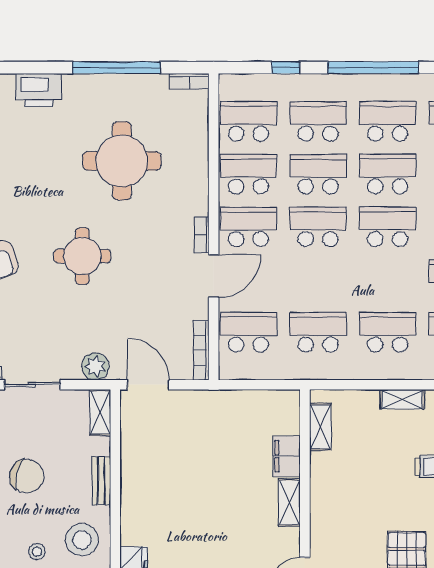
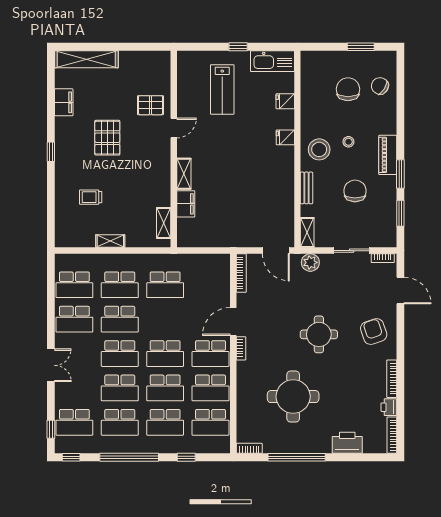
school desk: (248, 332) -> (120, 319), moved
chair: (27, 476) -> (355, 191), turned 75

